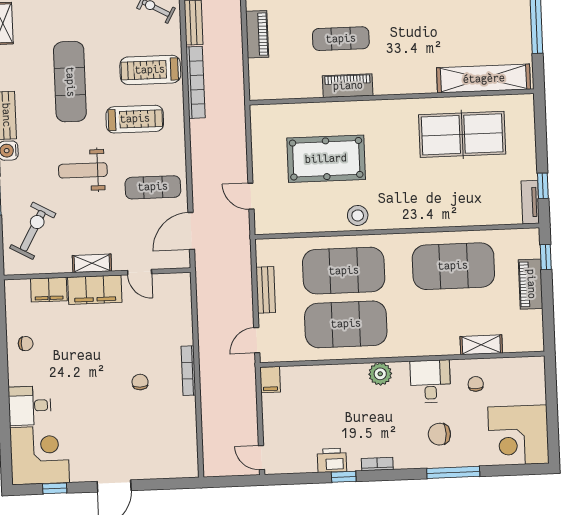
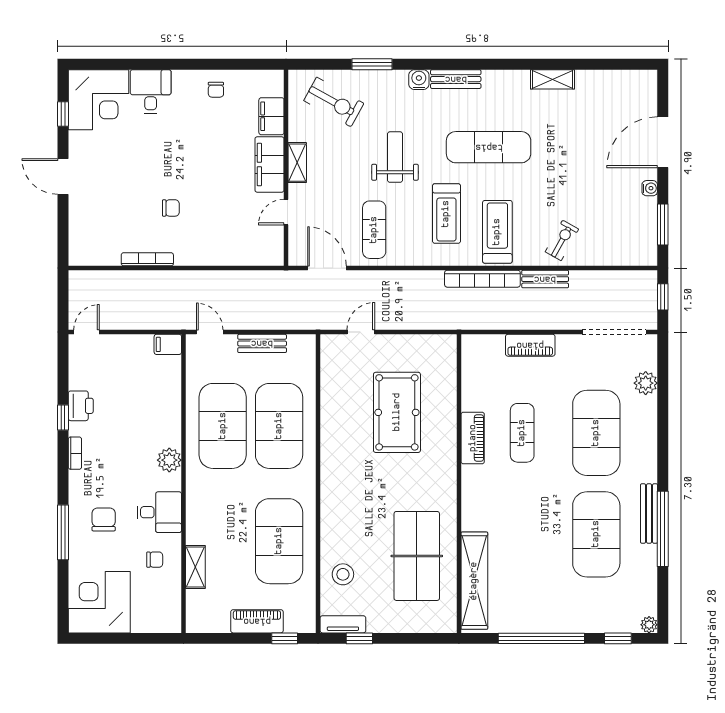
stool: (358, 215) -> (343, 574), moved
bookcase: (189, 371) -> (147, 259), moved

